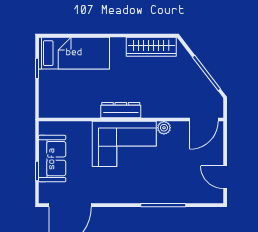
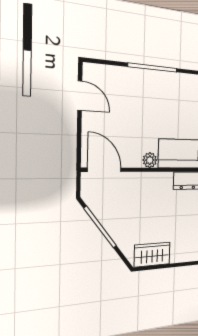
wardrobe: (151, 47) -> (152, 255), width x0.67
door: (204, 119) -> (104, 170), hinge flipped

